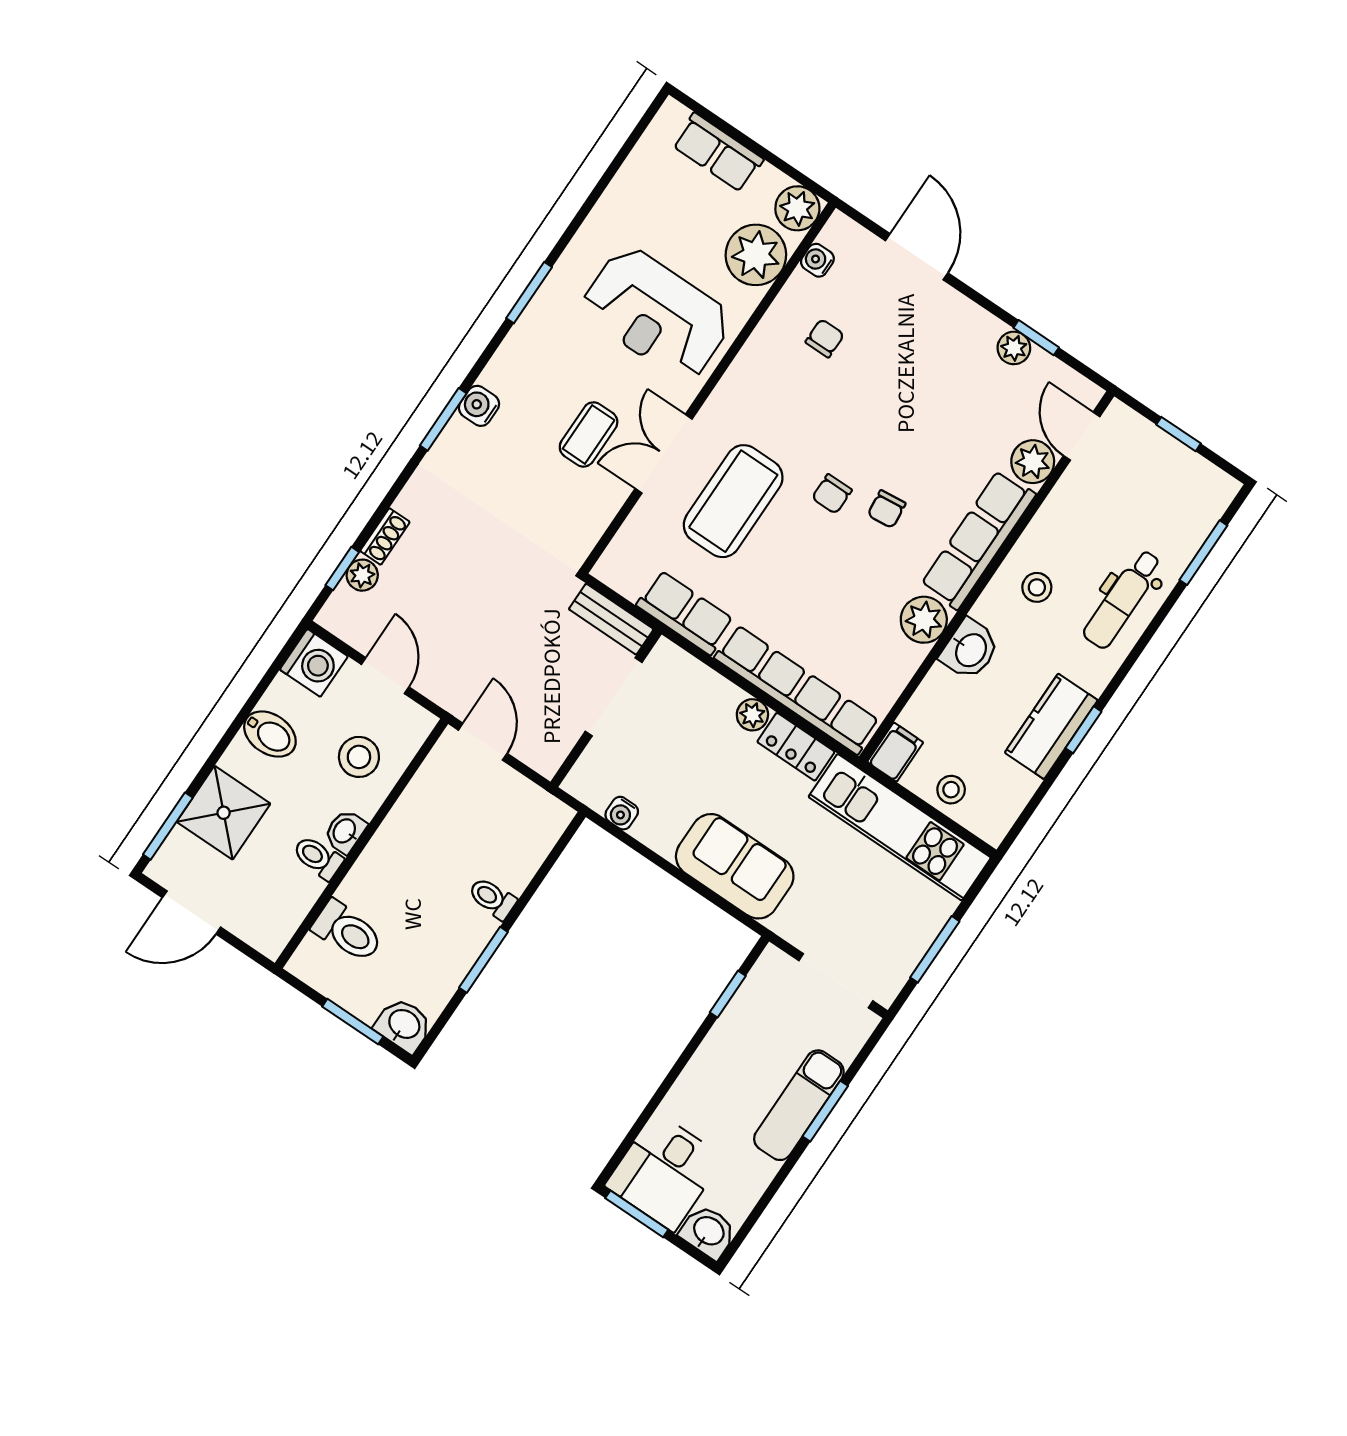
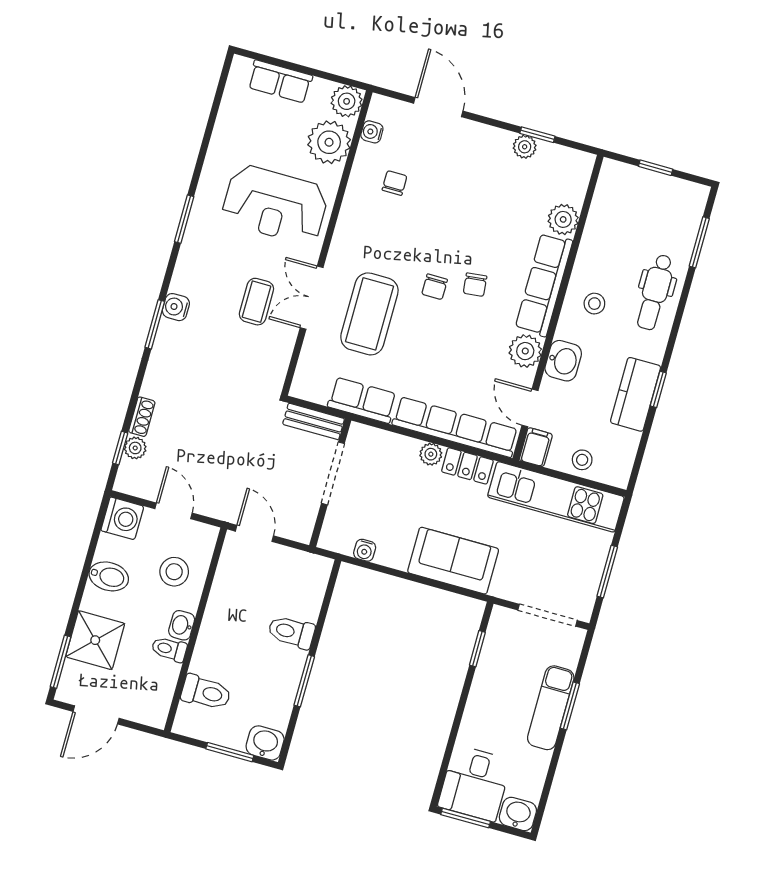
door: (1082, 436) -> (530, 408), moved
toilet: (492, 898) -> (291, 632), width x1.37, depth x1.39

